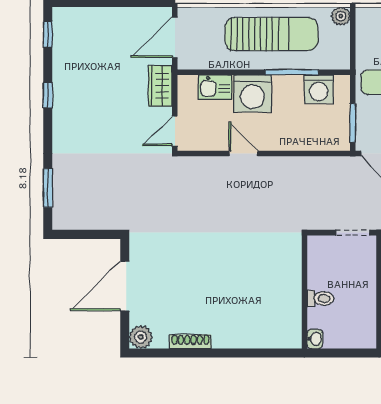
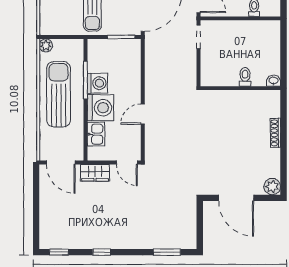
washing machine: (319, 89) -> (97, 83), moved
wall: (304, 292) -> (240, 88), moved
toilet: (320, 299) -> (245, 77), moved
washbasin: (315, 339) -> (274, 81), moved
shoe rack: (190, 342) -> (275, 133), moved

